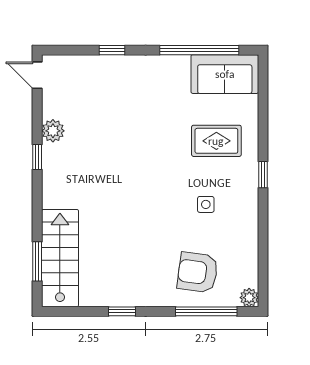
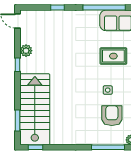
stairs: (60, 258) -> (35, 109), width x1.36, depth x1.51
armchair: (198, 272) -> (112, 116), moved, turned 82
window: (122, 311) -> (36, 147), moved

